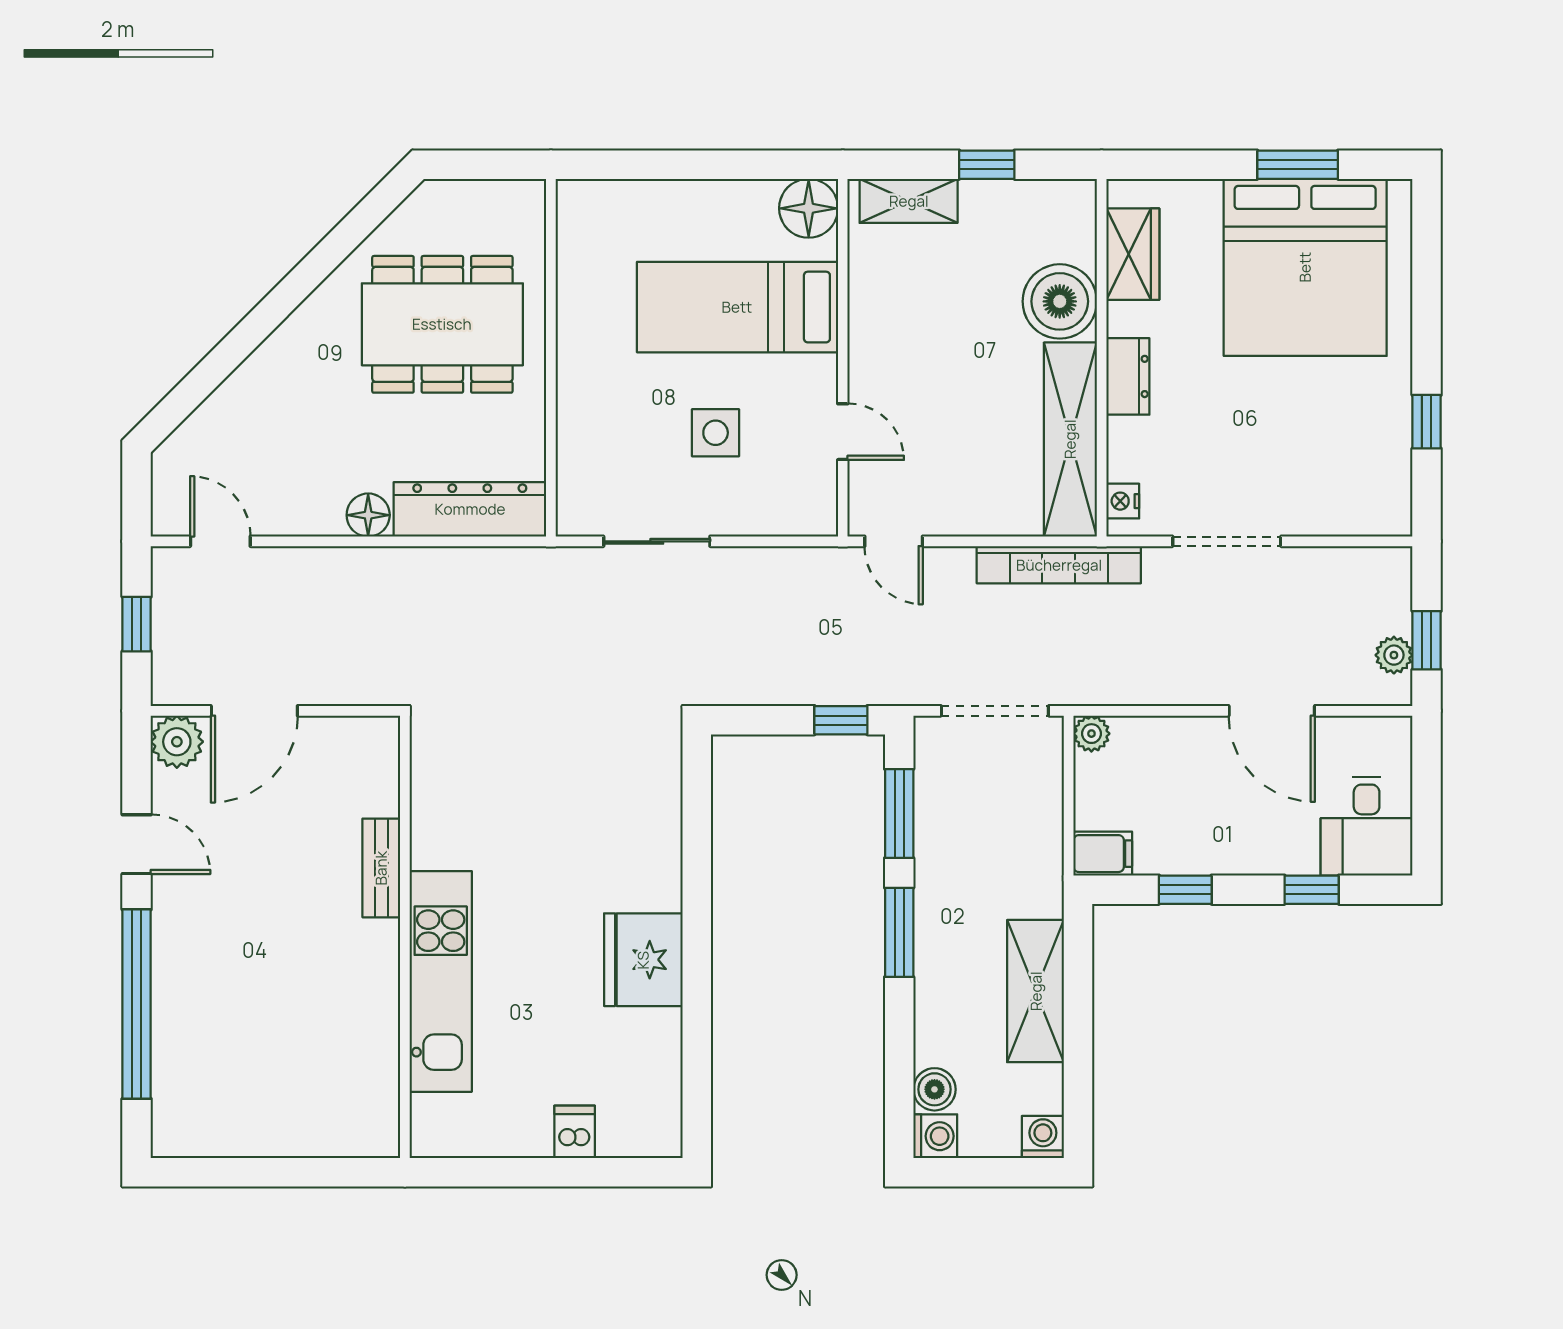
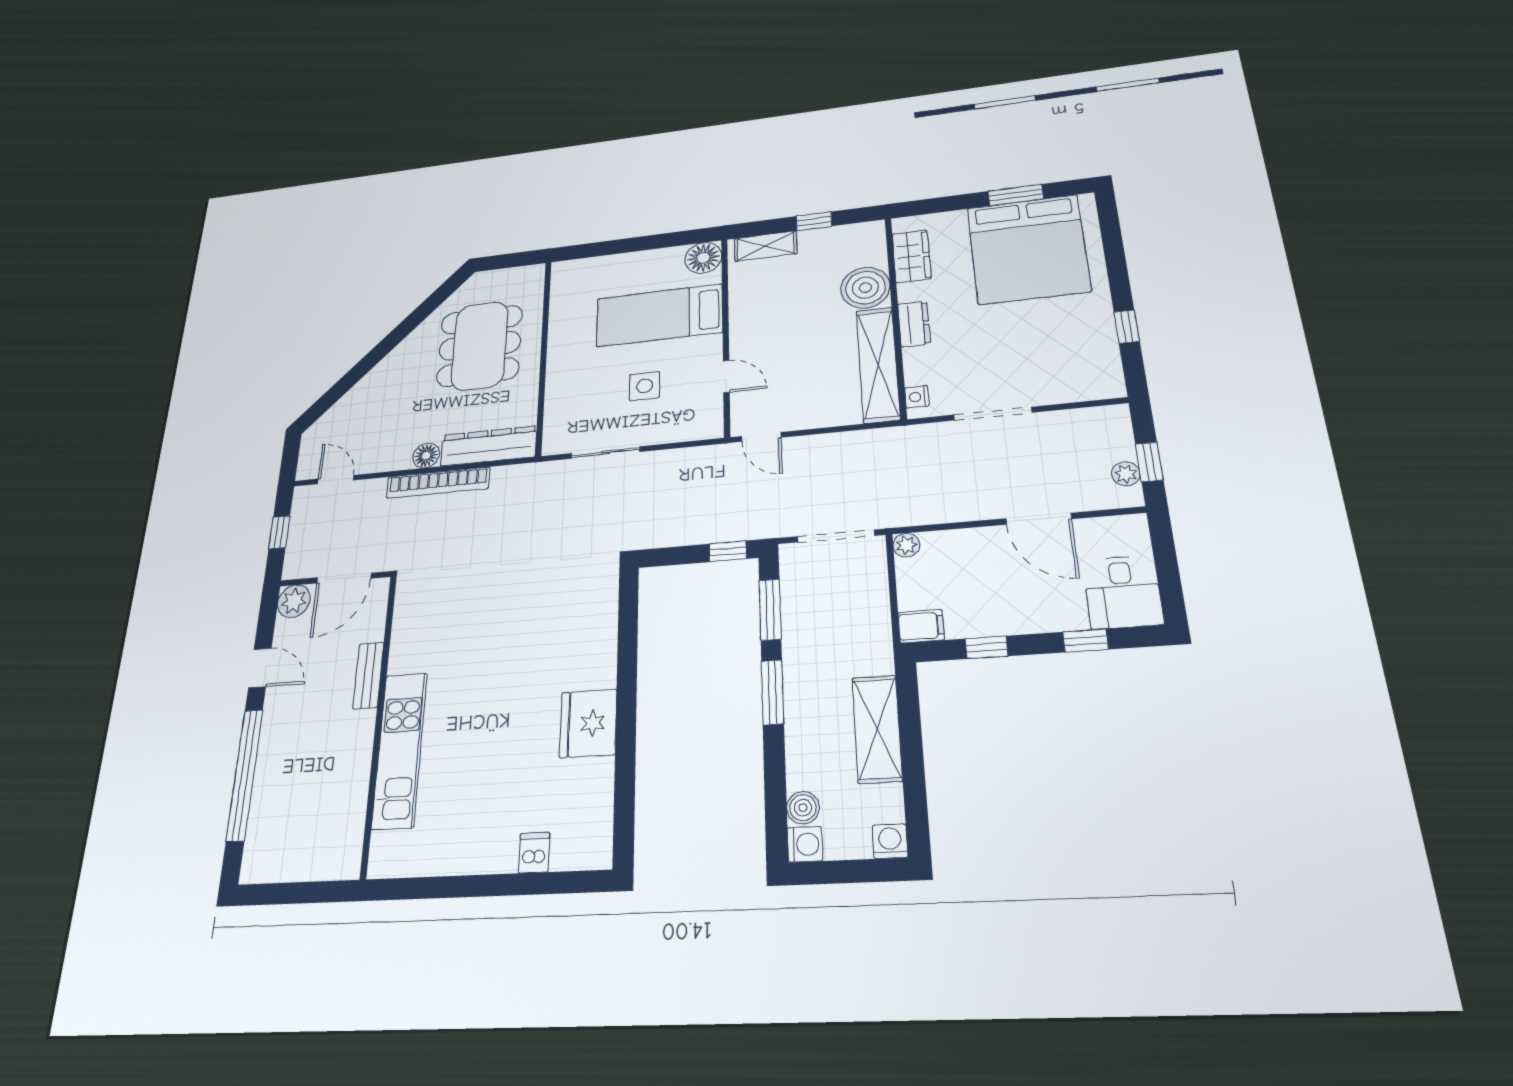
dining table: (442, 324) -> (480, 346), turned 90
bookcase: (1059, 565) -> (438, 483), moved
bench: (381, 868) -> (368, 675), moved
wall: (405, 937) -> (379, 721), moved
kitchen unit: (441, 981) -> (400, 750), moved

